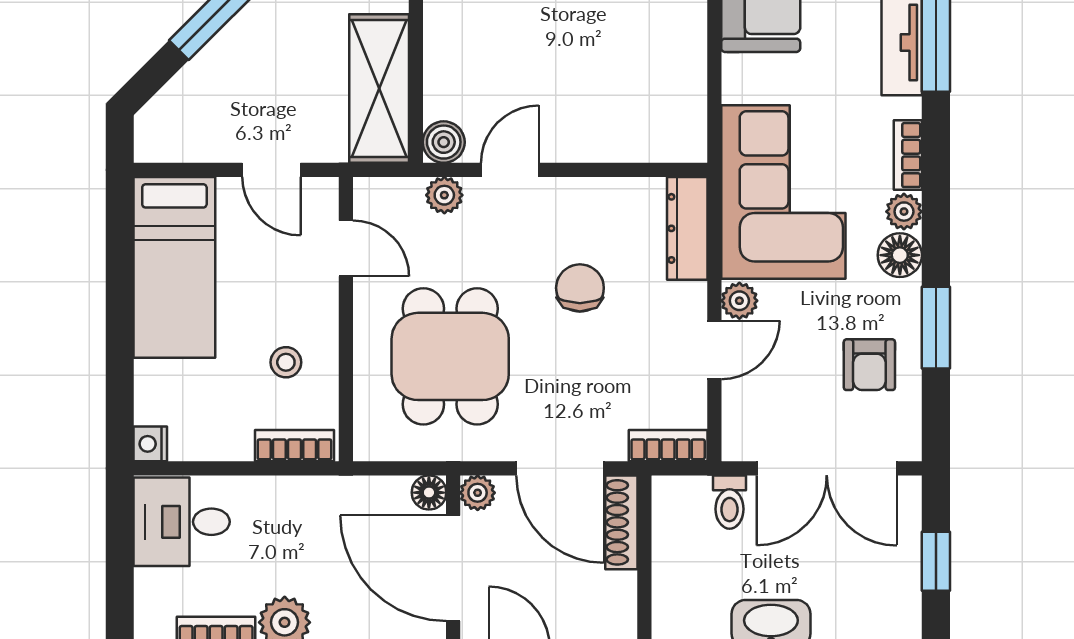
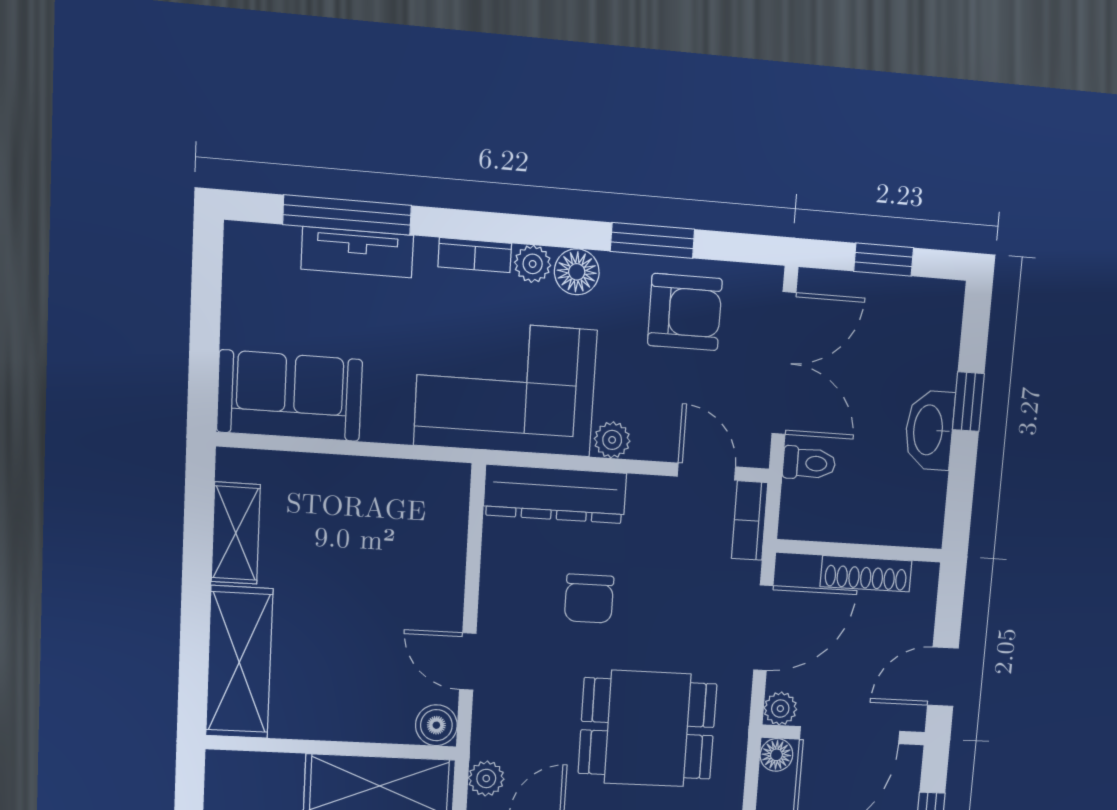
plant: (444, 195) -> (486, 778), moved
dresser: (687, 228) -> (555, 494), width x1.37, depth x1.24
chair: (580, 288) -> (589, 599), turned -90
door: (714, 350) -> (706, 472), moved
armchair: (869, 365) -> (685, 312), width x1.38, depth x1.38
shoe rack: (621, 522) -> (866, 574), moved

